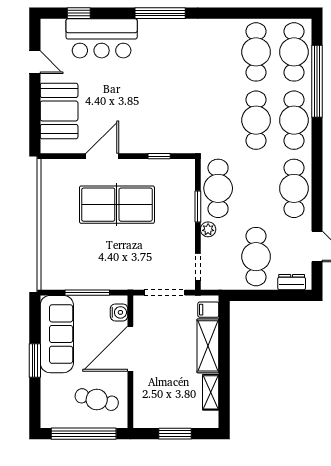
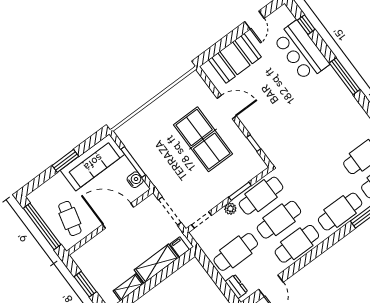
cafe table: (256, 120) -> (279, 220), moved
water cooler: (119, 312) -> (135, 180), moved, turned -90

